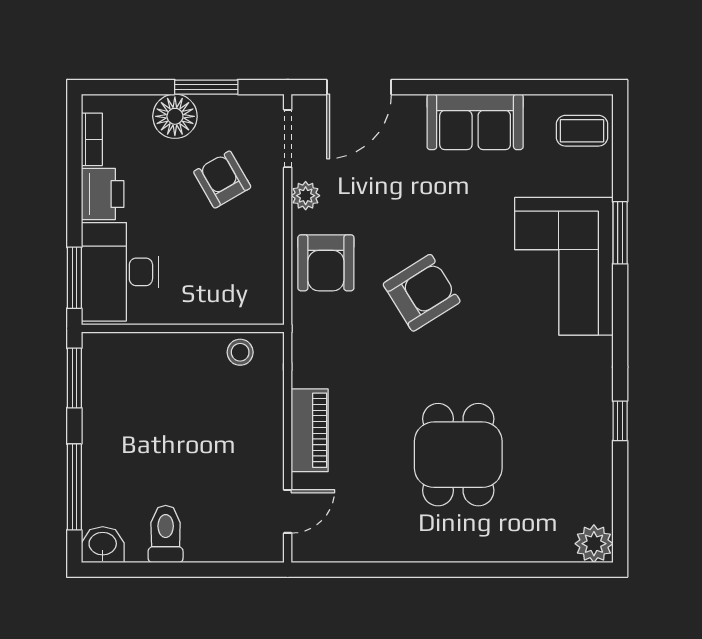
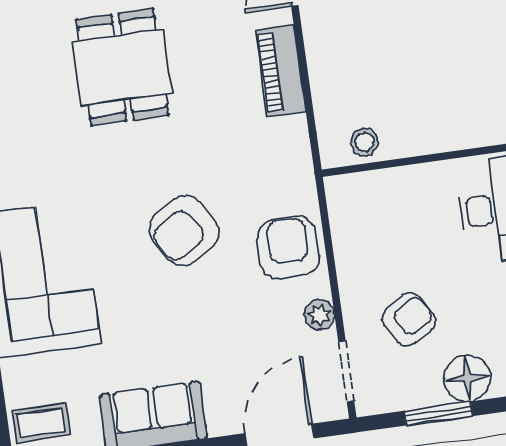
armchair: (222, 180) -> (409, 319), turned -91

